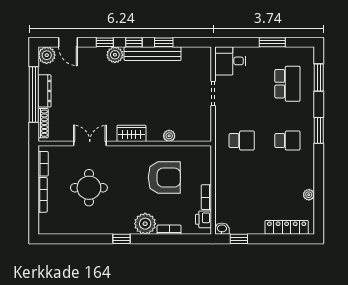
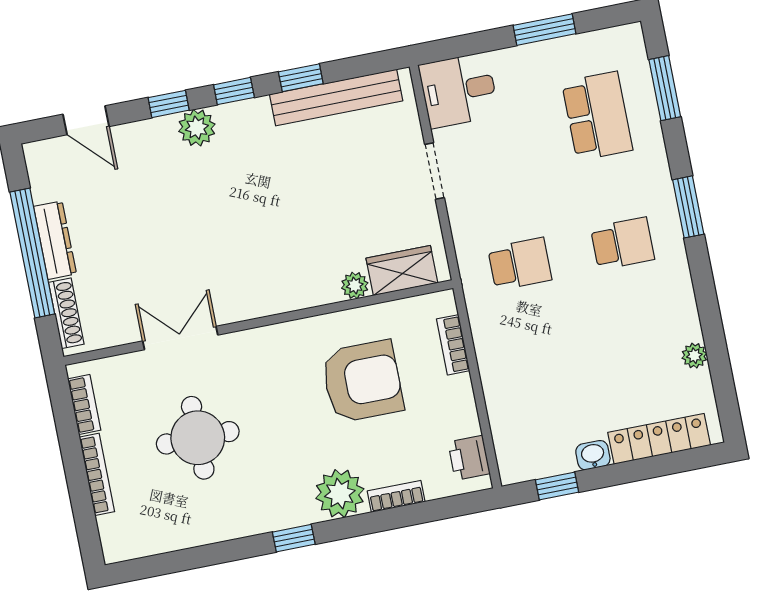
bench: (153, 54) -> (336, 98), moved
plant: (47, 55) -> (44, 159), removed
wardrobe: (131, 133) -> (402, 271), moved
bookcase: (206, 197) -> (453, 345), moved
washbasin: (222, 229) -> (593, 455), moved

